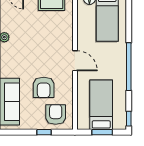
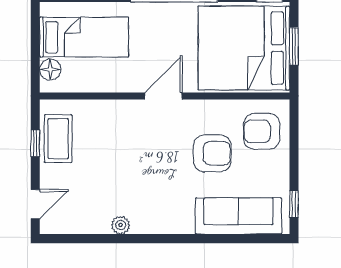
bed: (101, 105) -> (244, 48), width x2.04
window: (44, 132) -> (294, 204), moved

